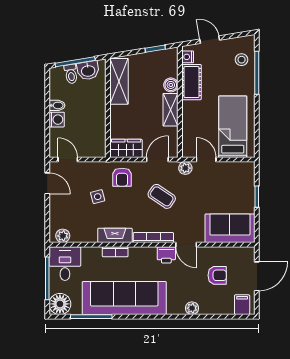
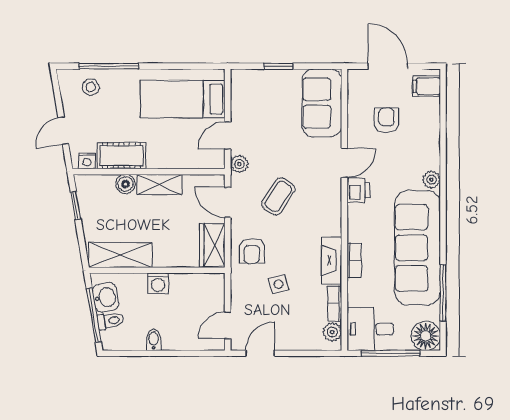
washing machine: (57, 120) -> (158, 283), moved, turned 180
armchair: (122, 177) -> (252, 251), turned 90
bookcase: (153, 238) -> (335, 303), moved, width x0.64
plant: (192, 308) -> (431, 180), moved

